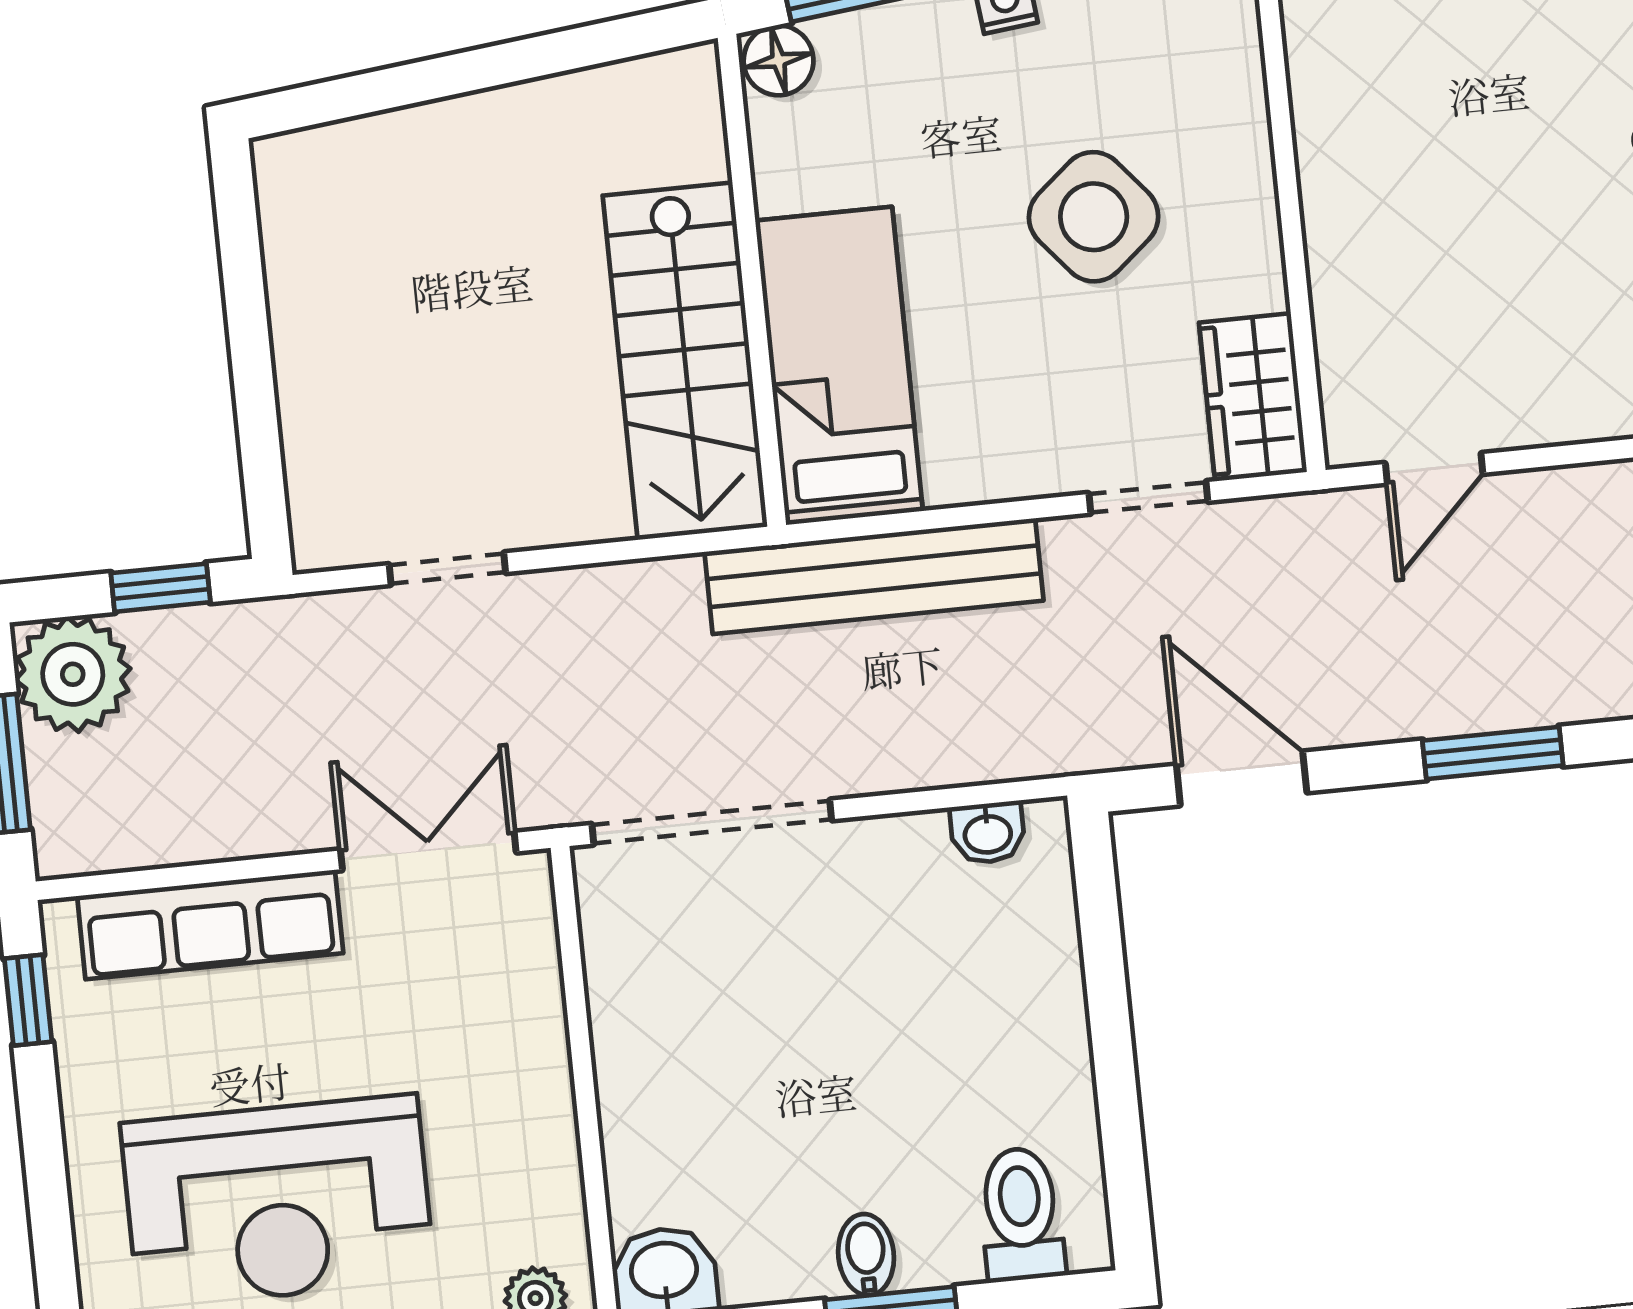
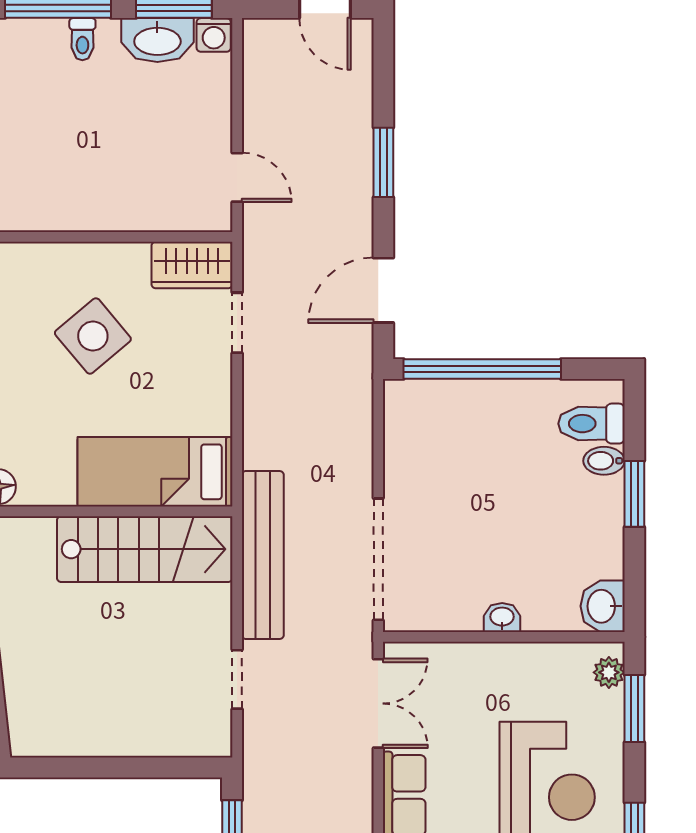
bench: (874, 576) -> (263, 555), moved
washbasin: (988, 833) -> (502, 617), moved, turned -90
double door: (428, 851) -> (378, 703), swing flipped
window: (1106, 989) -> (482, 369), added
bidet: (866, 1255) -> (604, 461), moved

